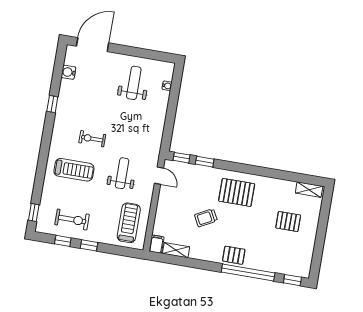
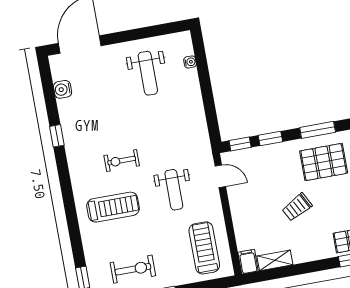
weight bench: (134, 83) -> (148, 73), turned 180
window: (241, 168) -> (318, 130), added
weight bench: (122, 173) -> (174, 190), turned 180

